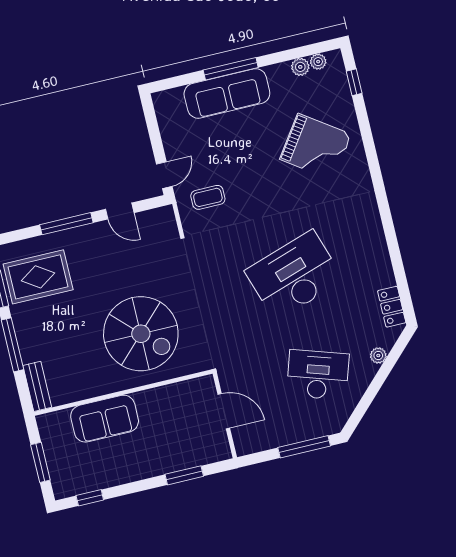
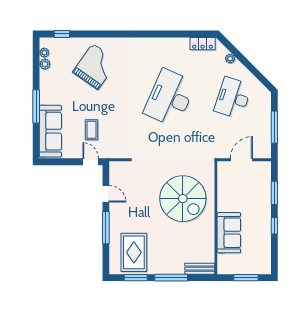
sofa: (227, 93) -> (50, 131), moved
coffee table: (208, 197) -> (91, 130), moved
door: (120, 211) -> (106, 194), hinge flipped
desk: (294, 275) -> (170, 98), turned 42
spiral stairs: (141, 334) -> (183, 199), turned 90
window: (304, 447) -> (274, 127), moved
window: (90, 498) -> (274, 226), moved

